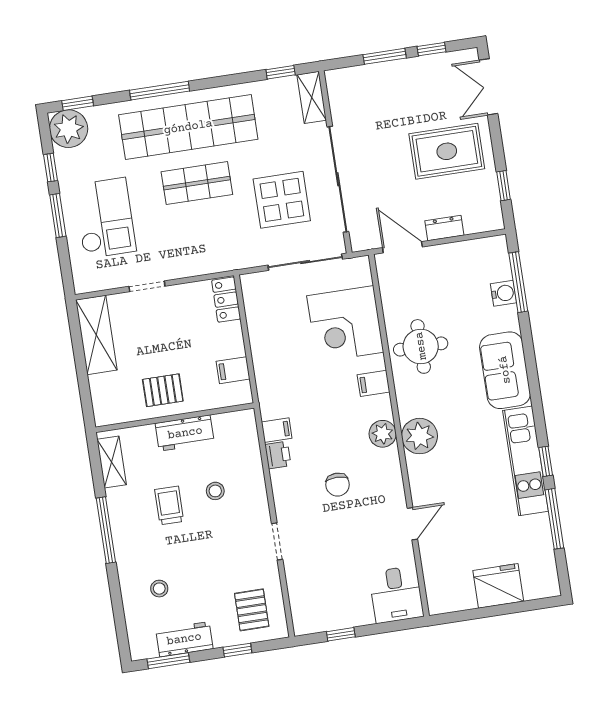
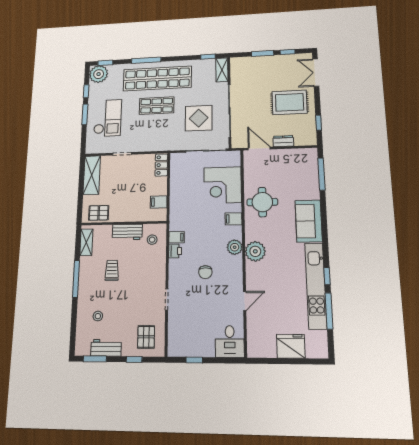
water cooler: (504, 293) -> (312, 179), removed
pallet: (163, 390) -> (99, 213), moved
kitchen unit: (526, 461) -> (316, 286), width x1.36
stool: (215, 491) -> (152, 240), moved

